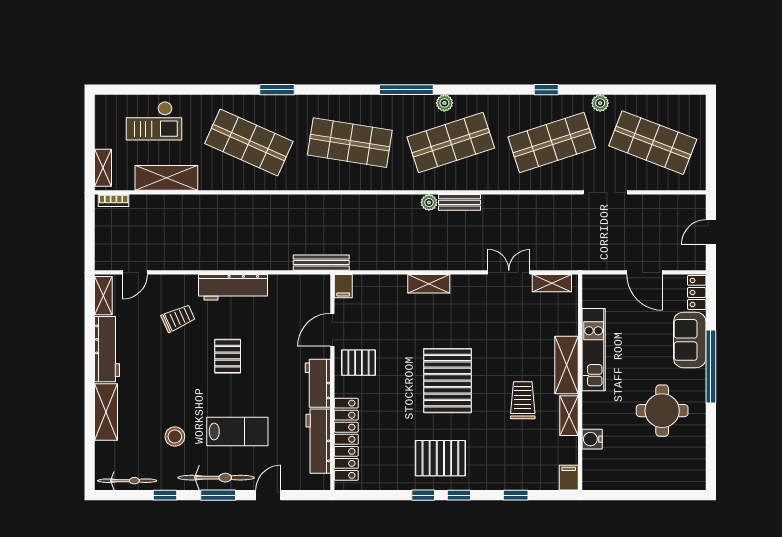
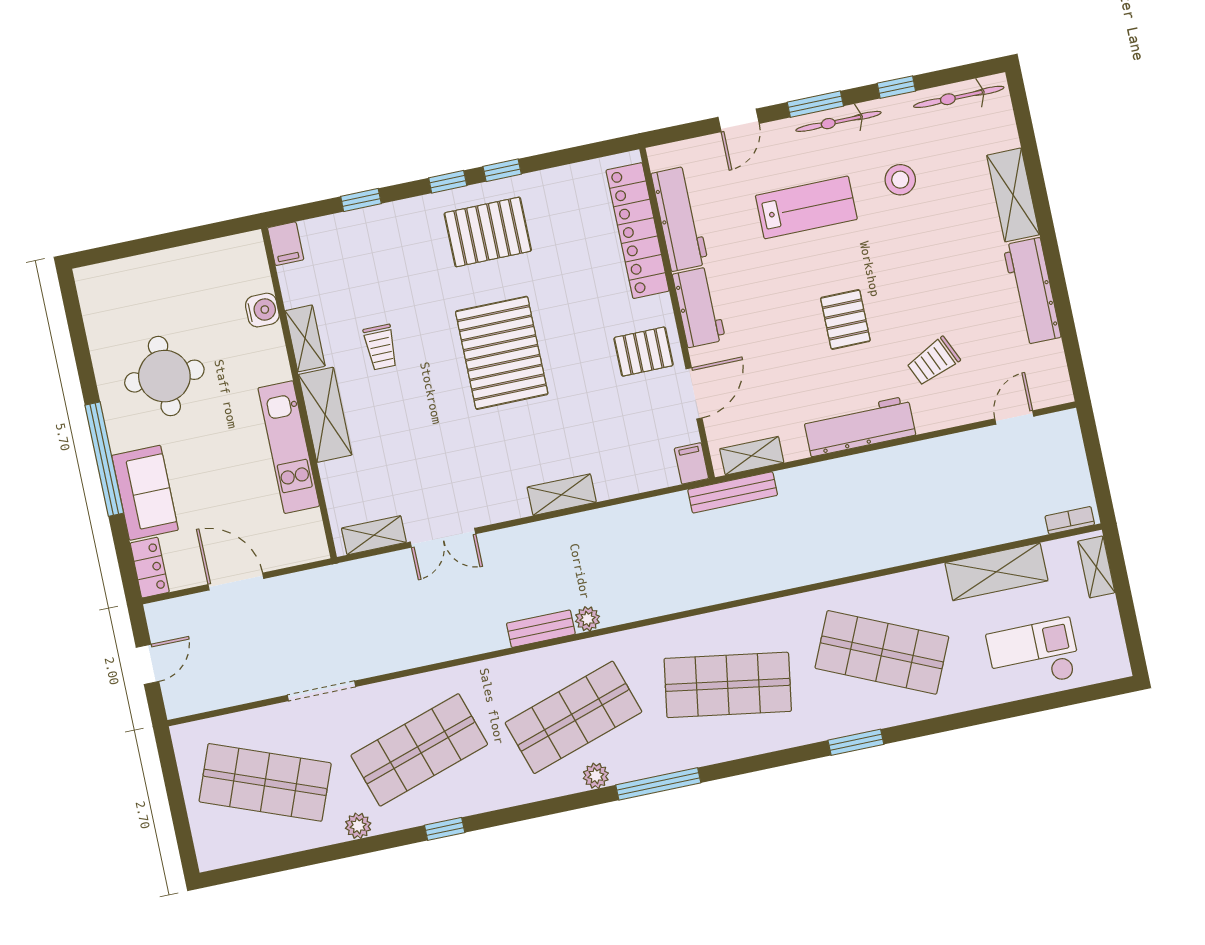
shelving: (103, 296) -> (752, 456), moved, turned 90
trolley: (523, 400) -> (381, 347), width x0.73, depth x0.72
lab bench: (237, 432) -> (806, 207), turned 180
bicycle: (216, 478) -> (839, 121), width x0.73, depth x0.71

